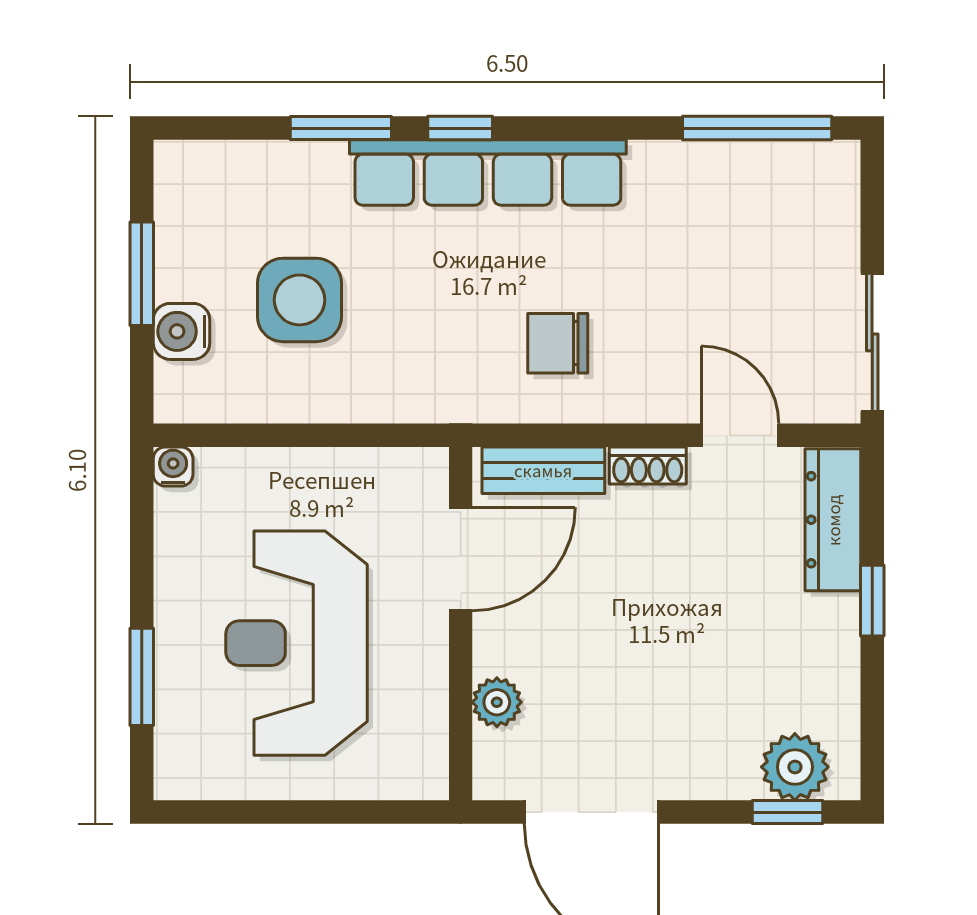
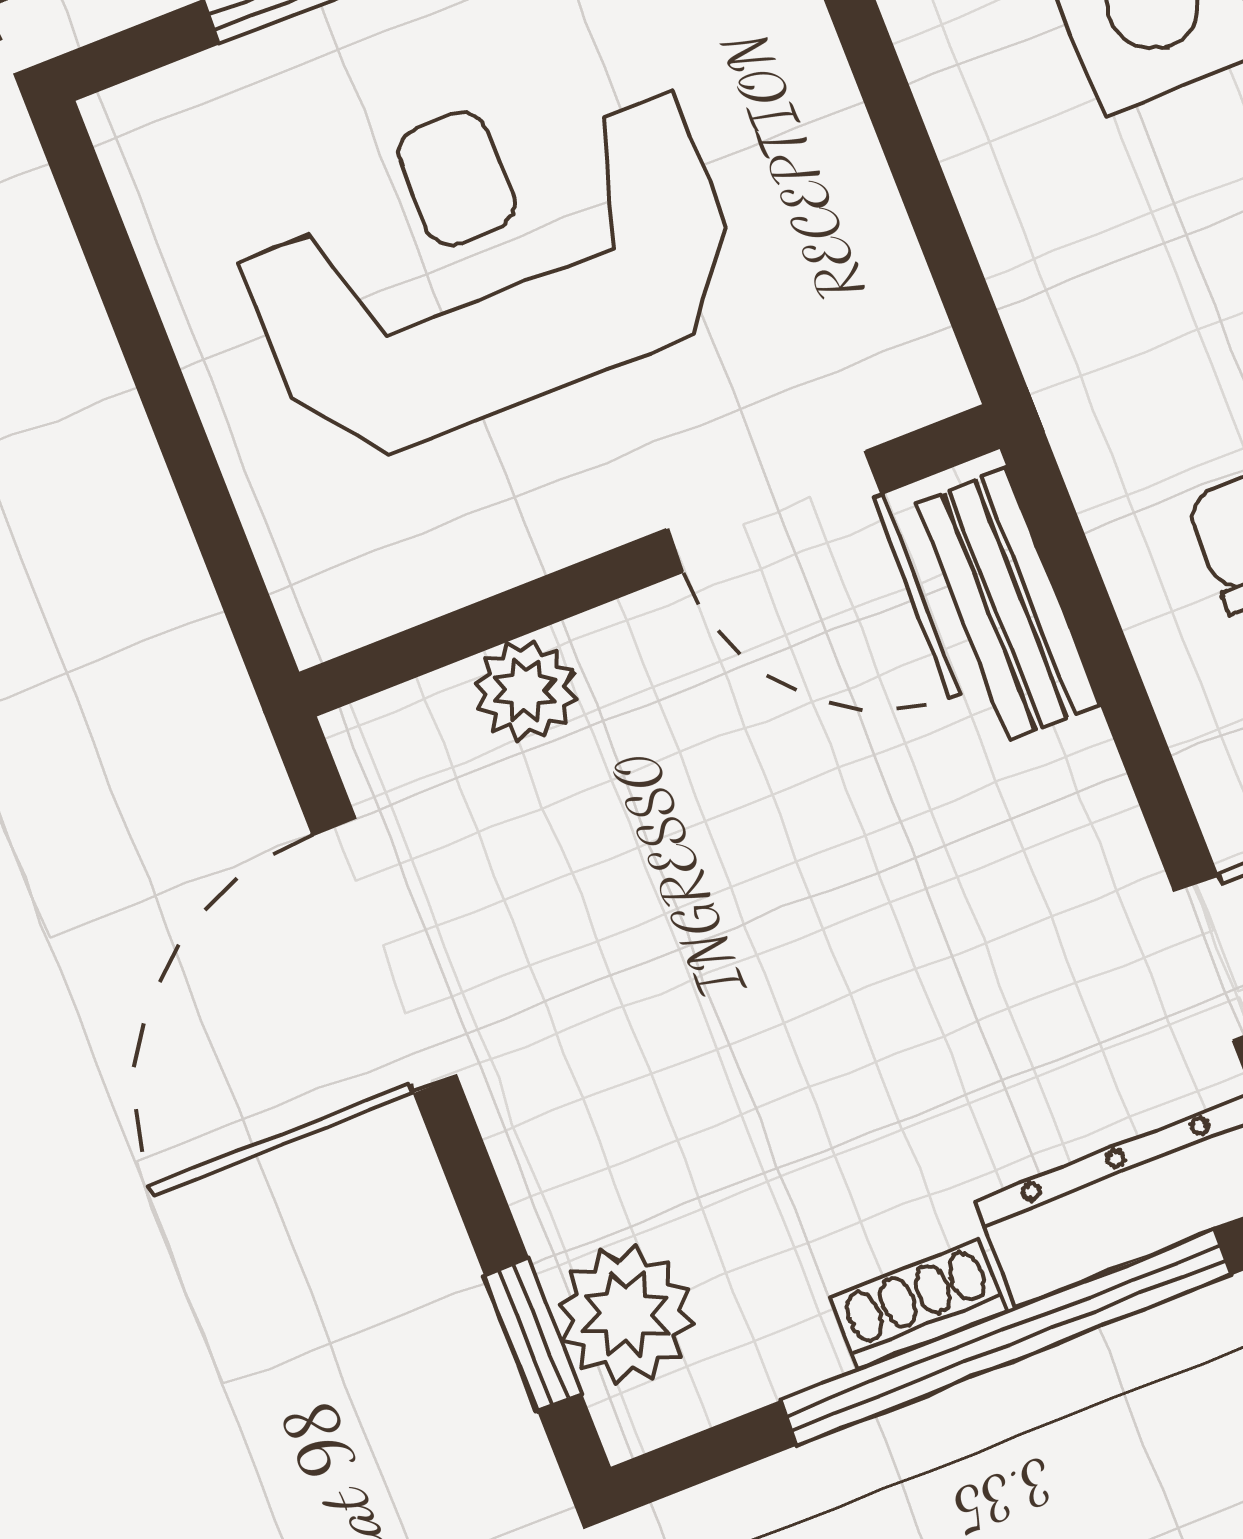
shoe rack: (648, 466) -> (919, 1305), moved, turned 90
window: (872, 601) -> (1006, 1338), width x3.17

